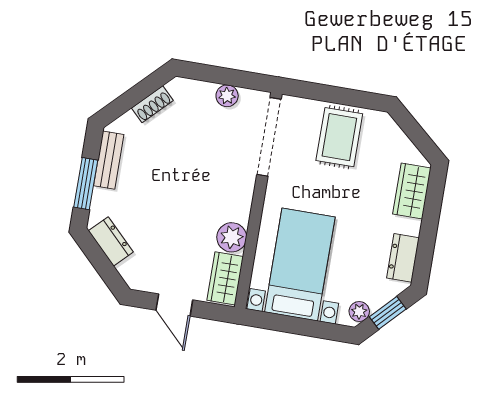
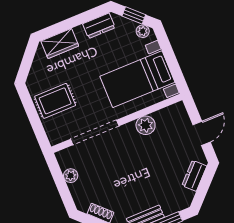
doorway: (269, 137) -> (95, 132), moved
dresser: (111, 241) -> (194, 176), moved
wardrobe: (225, 278) -> (170, 115), removed

